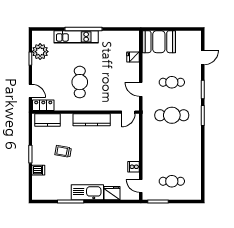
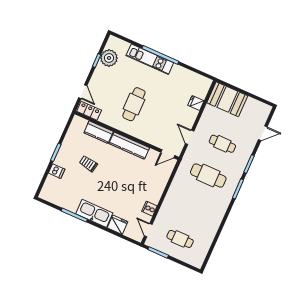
kitchen counter: (48, 120) -> (99, 132), moved

